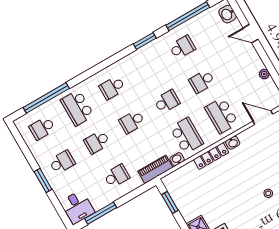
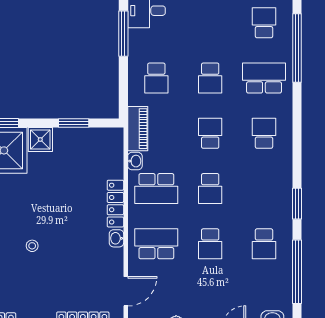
school desk: (202, 81) -> (210, 244), turned 180
school desk: (97, 142) -> (210, 78), turned 180
school desk: (62, 162) -> (210, 23), removed
window: (170, 203) -> (74, 123), moved

